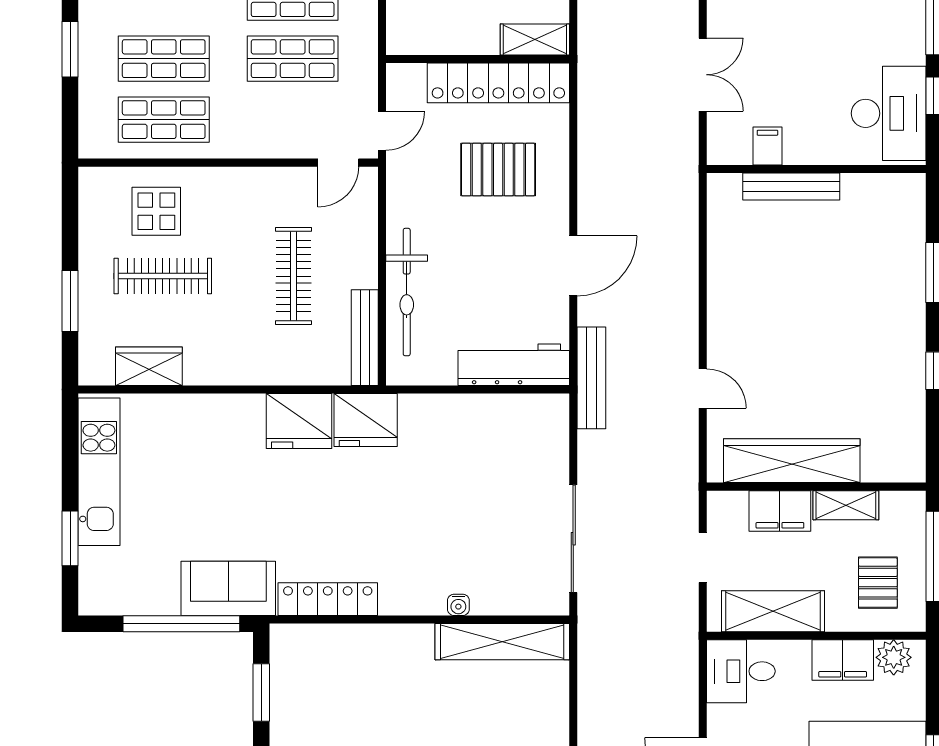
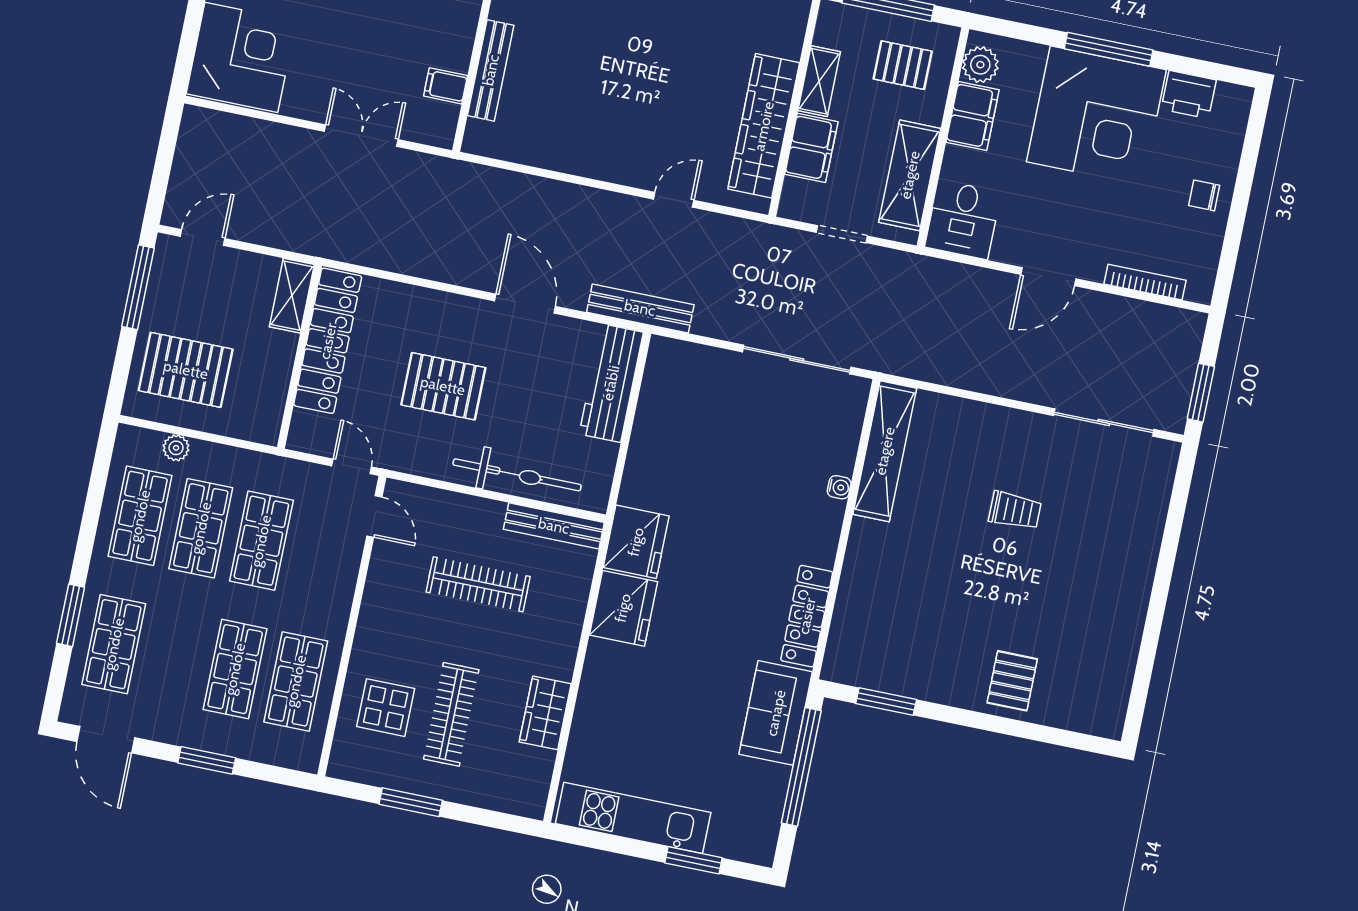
pallet: (498, 170) -> (443, 386), moved, turned 90
window: (70, 301) -> (411, 802), moved
wardrobe: (149, 366) -> (545, 713), moved

